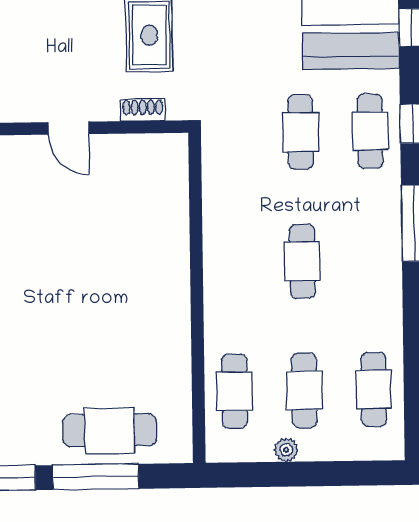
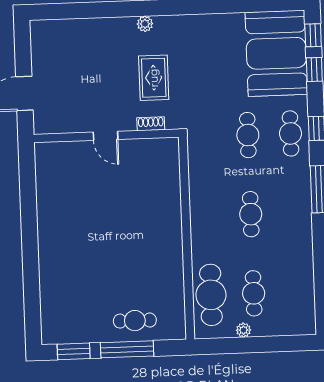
cafe table: (374, 389) -> (296, 292), removed
cafe table: (235, 391) -> (211, 295), width x1.37, depth x1.35
cafe table: (110, 430) -> (135, 321), width x0.73, depth x0.74

